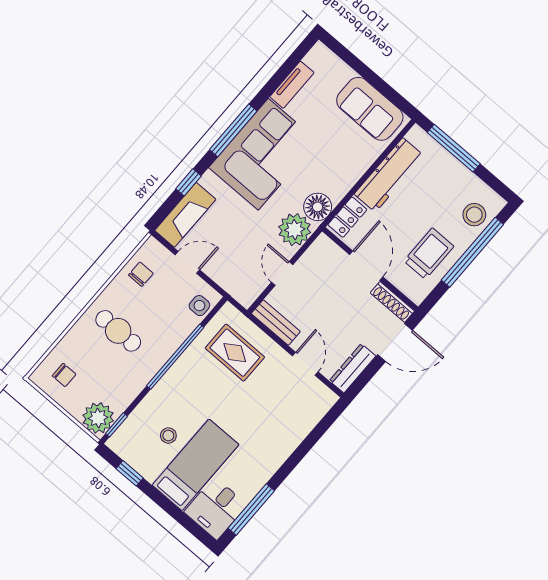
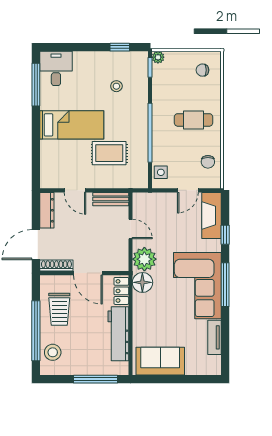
rug: (235, 353) -> (109, 153), moved
plant: (98, 418) -> (158, 57), width x0.53, depth x0.53
bed: (196, 465) -> (72, 125), moved, turned -90

